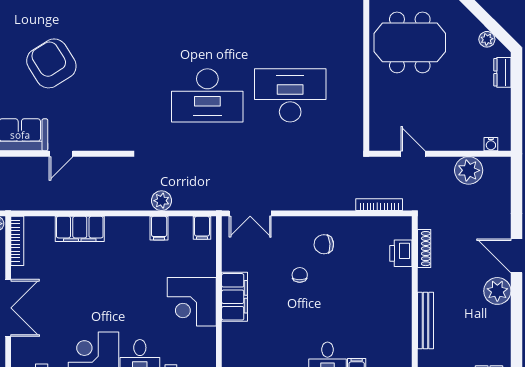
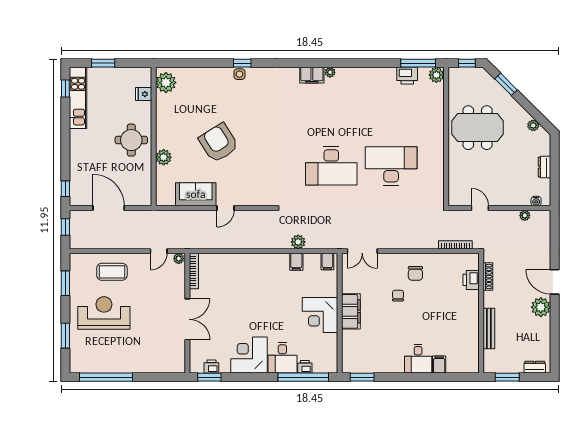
dresser: (502, 72) -> (544, 167), moved
plant: (469, 170) -> (525, 215), width x0.53, depth x0.53
filing cabinet: (80, 229) -> (239, 262), removed
chair: (324, 244) -> (415, 273), turned -86

